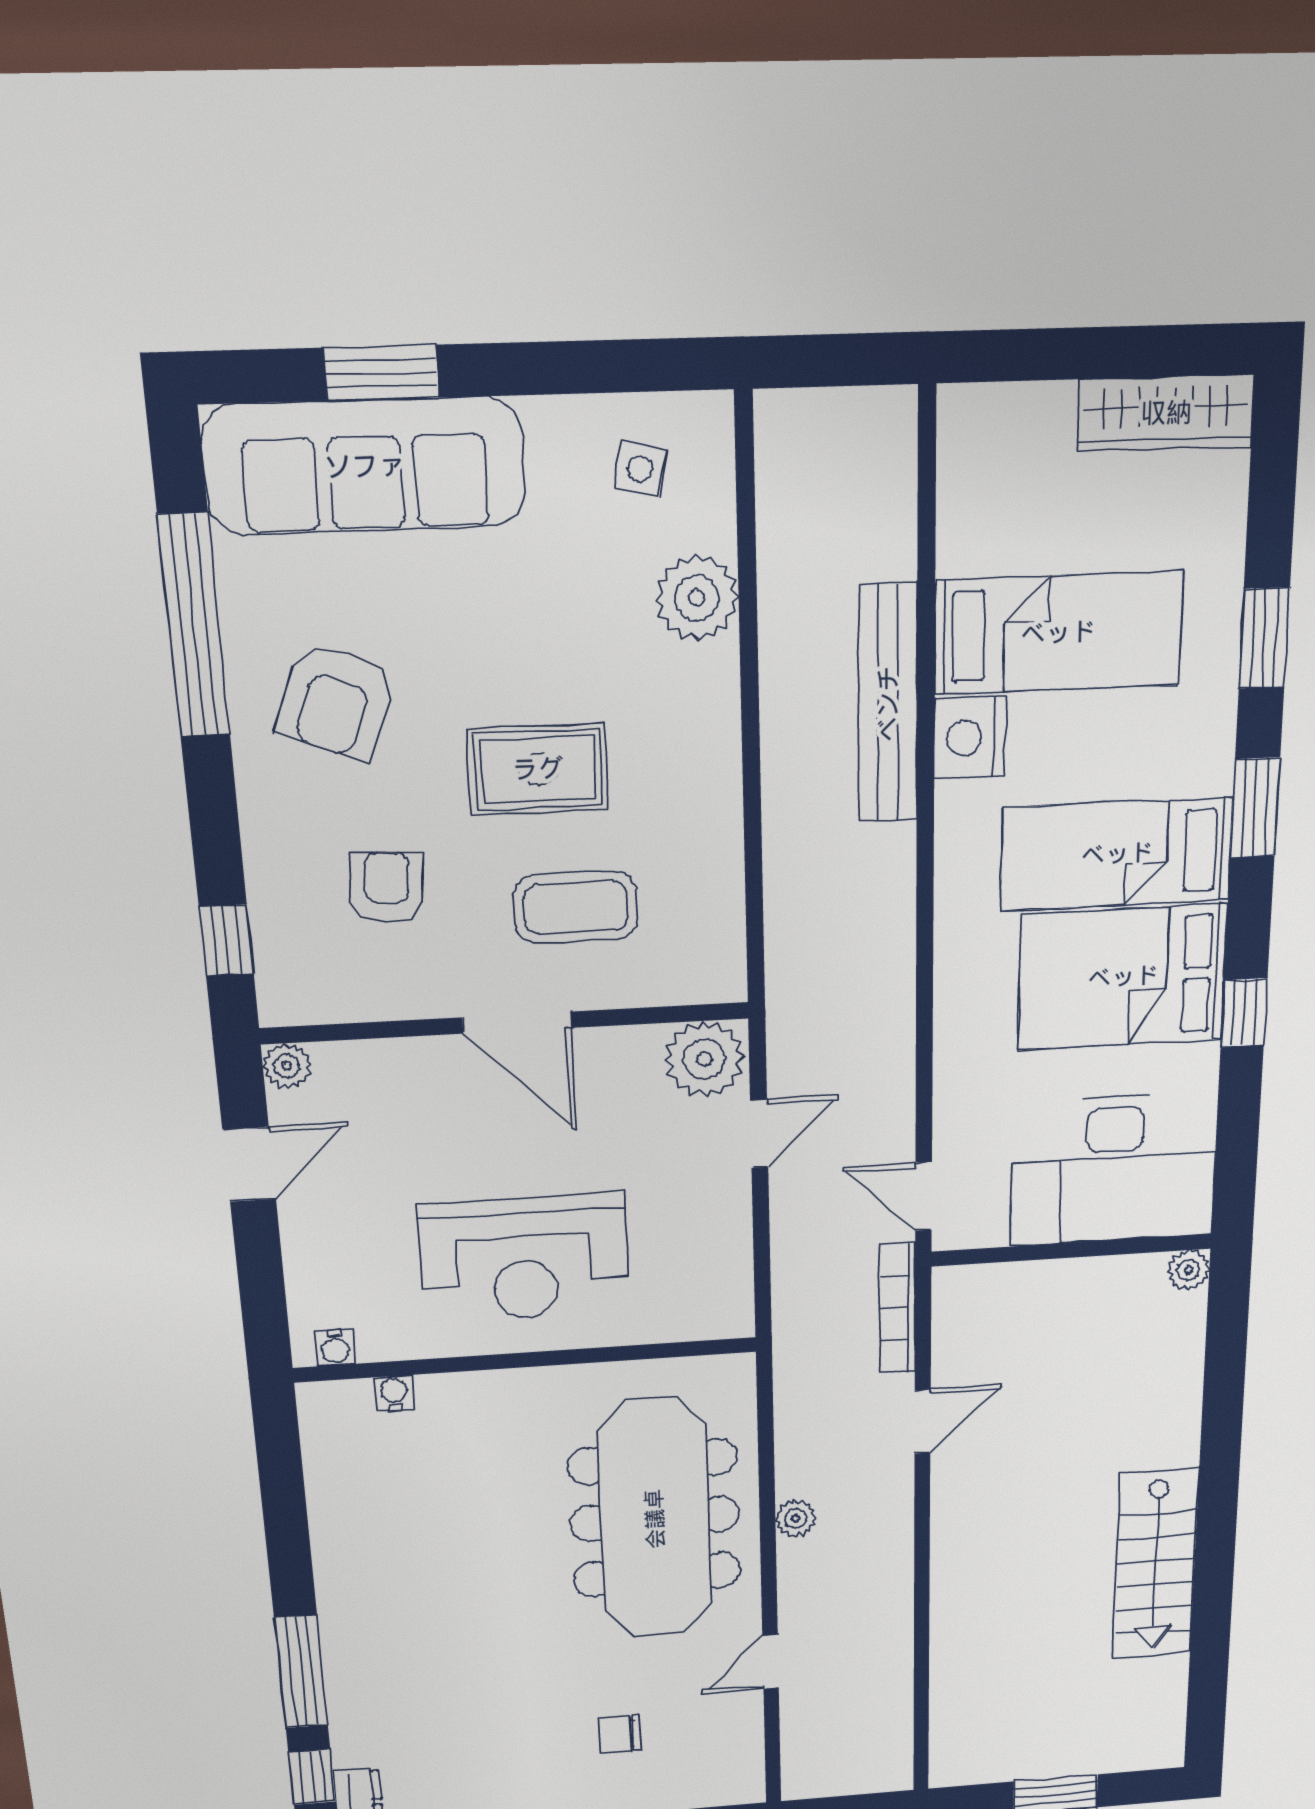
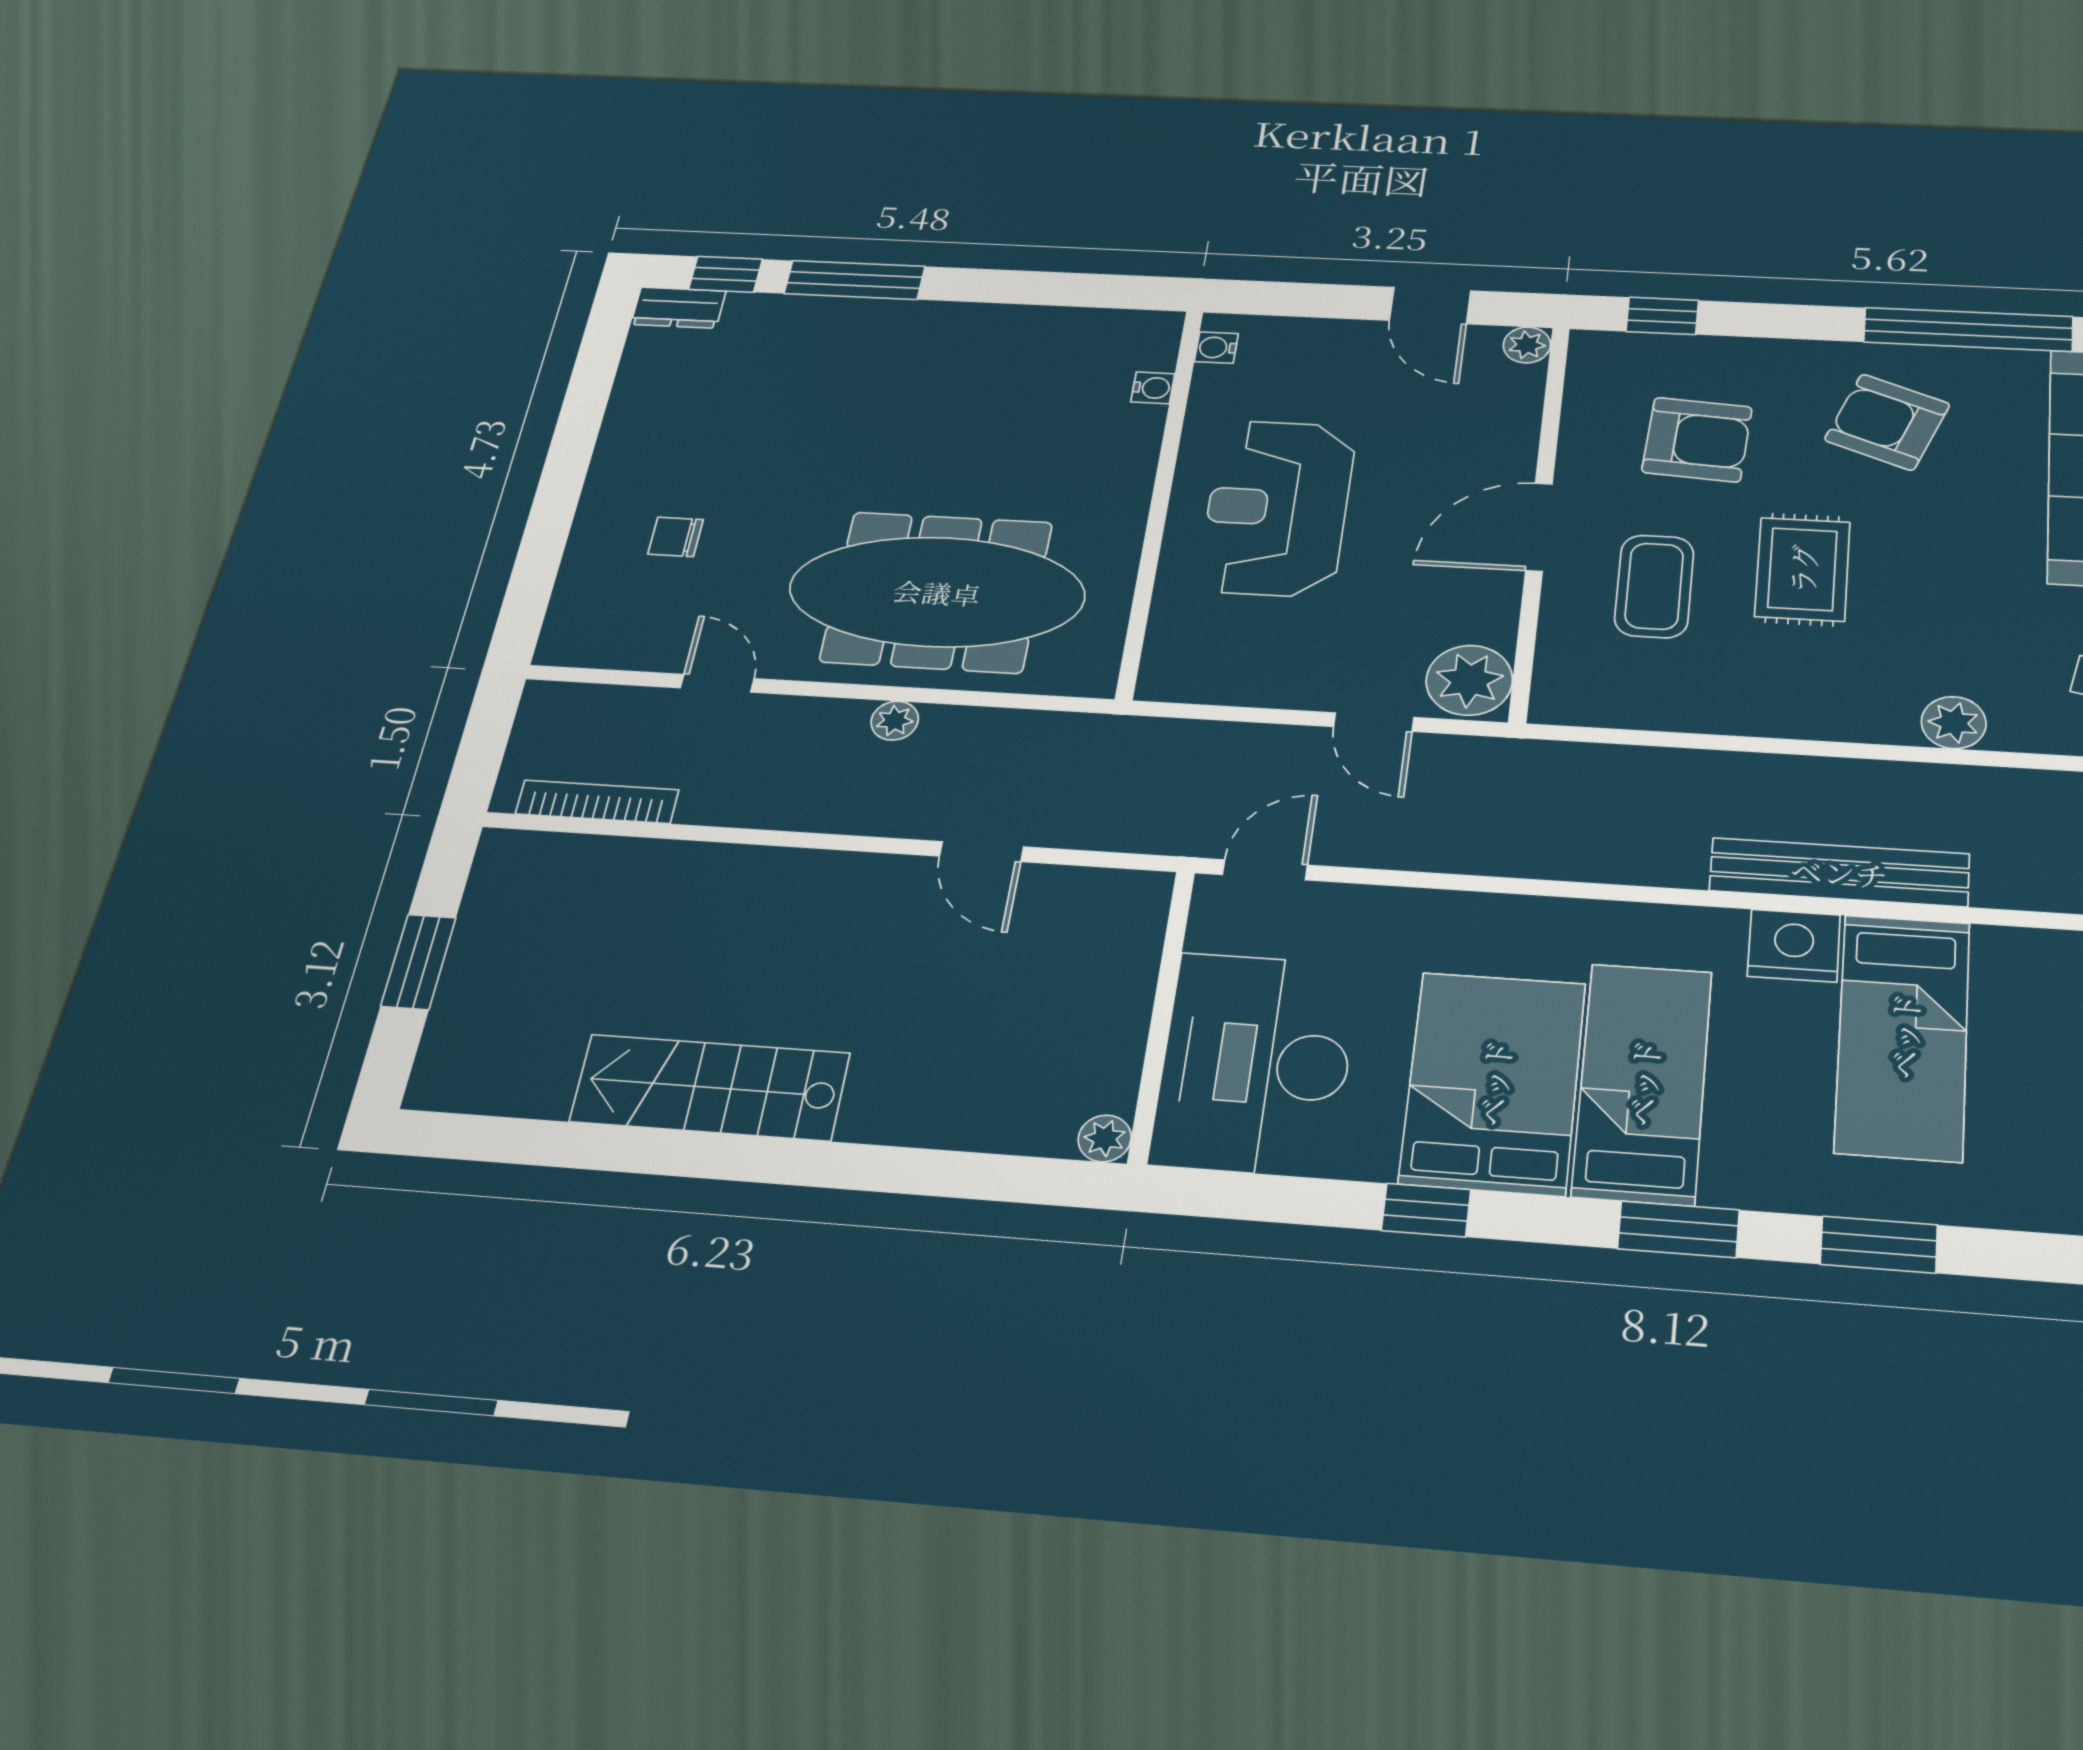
plant: (697, 598) -> (1954, 723), width x0.73, depth x0.73
armchair: (386, 888) -> (1697, 440), width x1.38, depth x1.38
bookcase: (897, 1308) -> (597, 802), moved
chair: (620, 1734) -> (676, 537), turned -90

